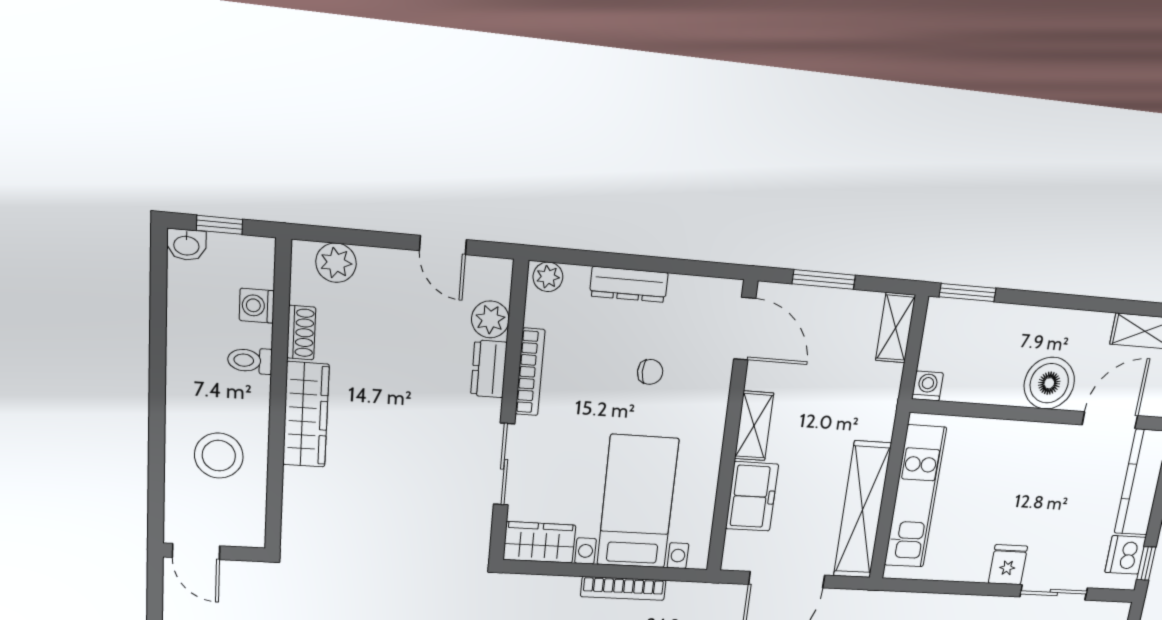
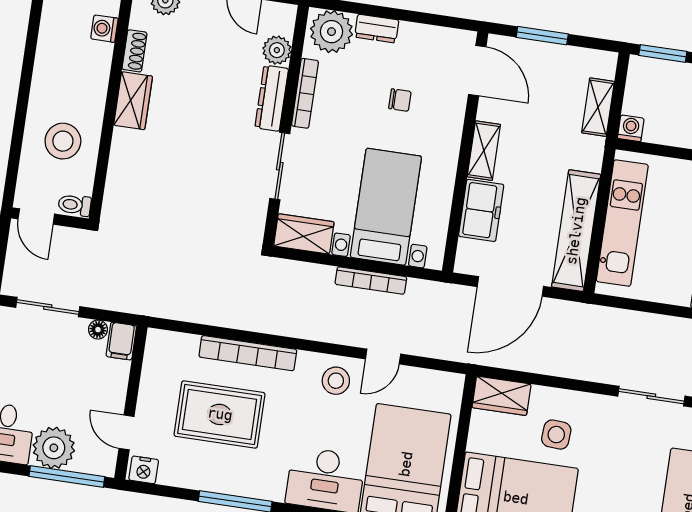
plant: (548, 277) -> (331, 32), width x1.87, depth x1.87
dresser: (629, 284) -> (377, 29), width x0.70
shelving: (896, 328) -> (598, 107), moved
toilet: (250, 361) -> (75, 205), moved
dresser: (489, 369) -> (272, 98), width x1.44
wardrobe: (306, 415) -> (133, 101), width x0.67

